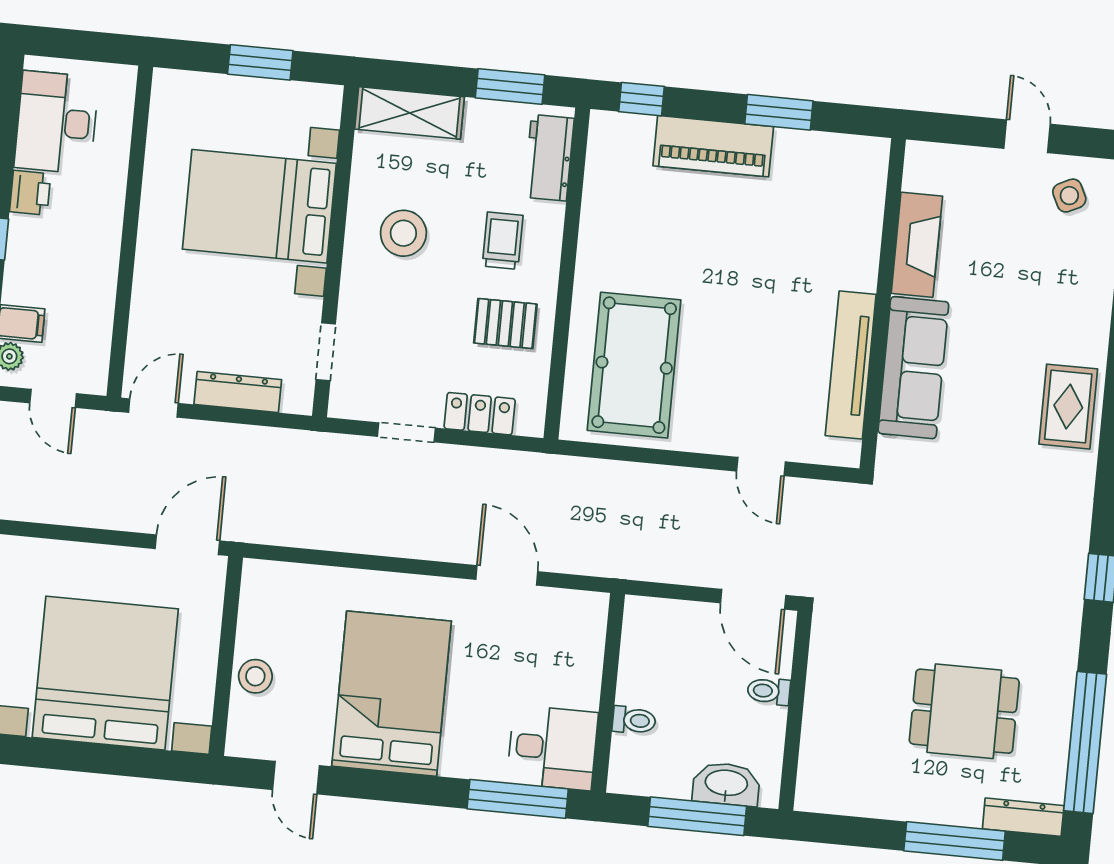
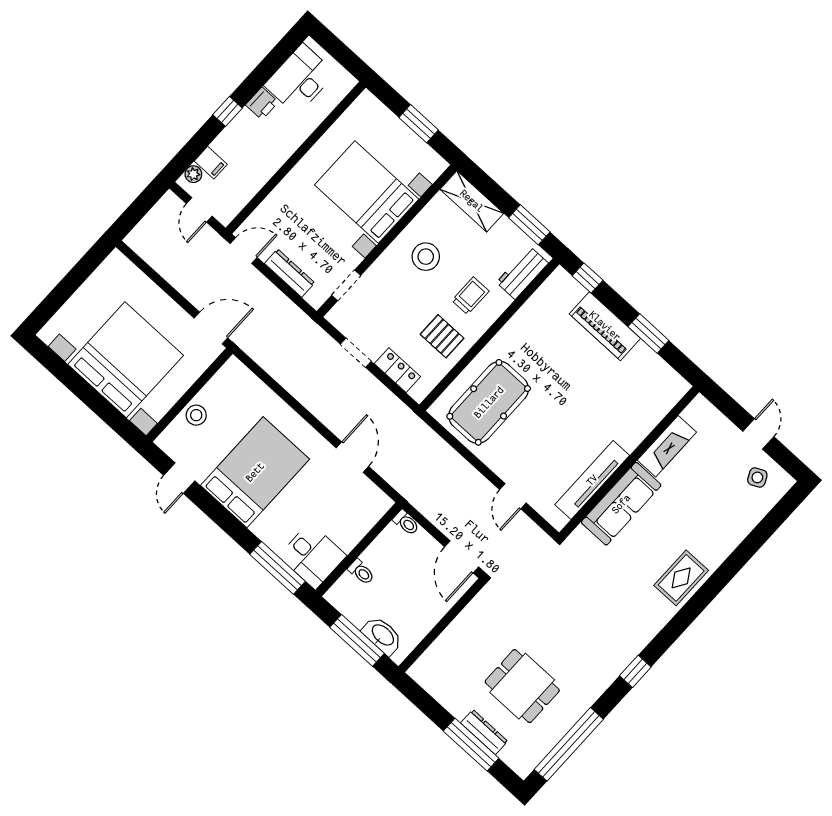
toilet: (769, 691) -> (406, 523), moved, turned 180
dresser: (1023, 817) -> (484, 732), moved

